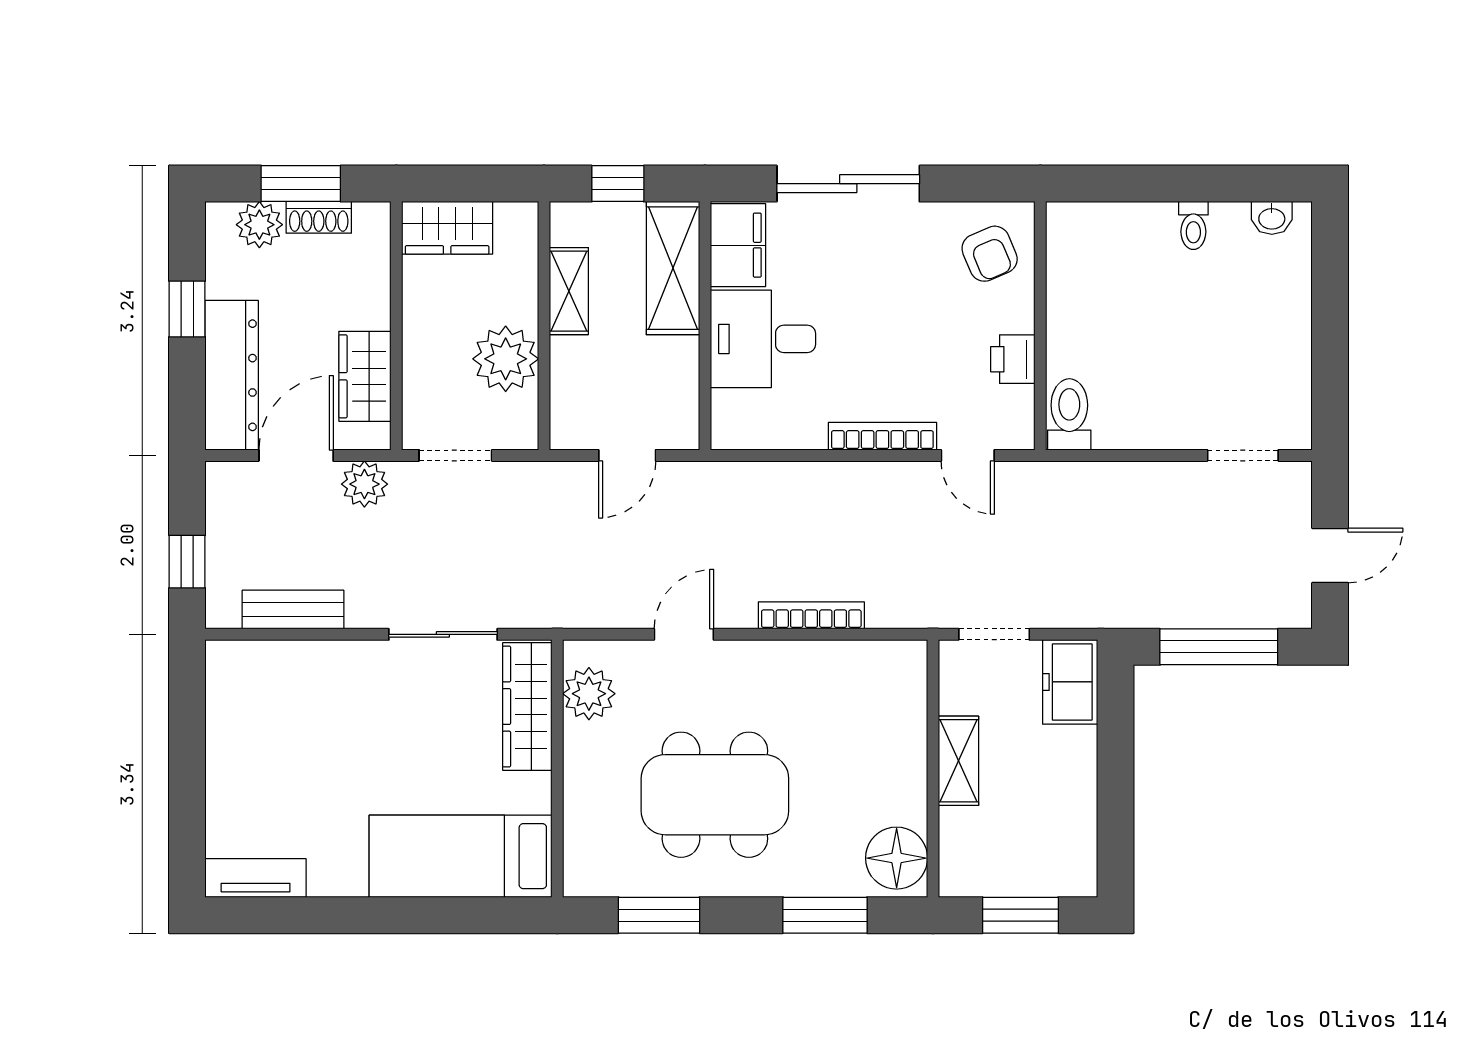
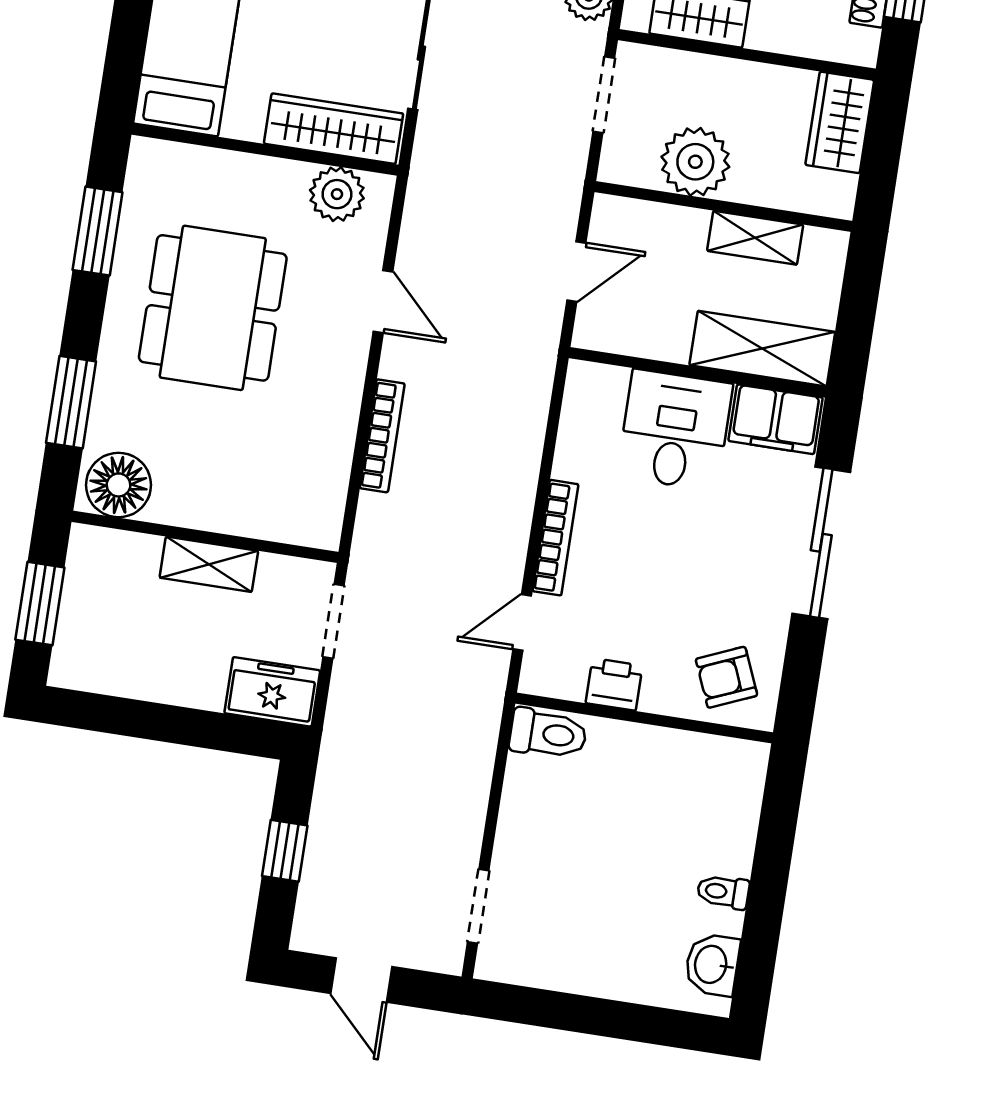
window: (618, 184) -> (858, 305), removed
washbasin: (1272, 218) -> (712, 965), width x1.38, depth x1.45
door: (627, 455) -> (576, 272), swing flipped
window: (1219, 647) -> (285, 851), width x0.46

